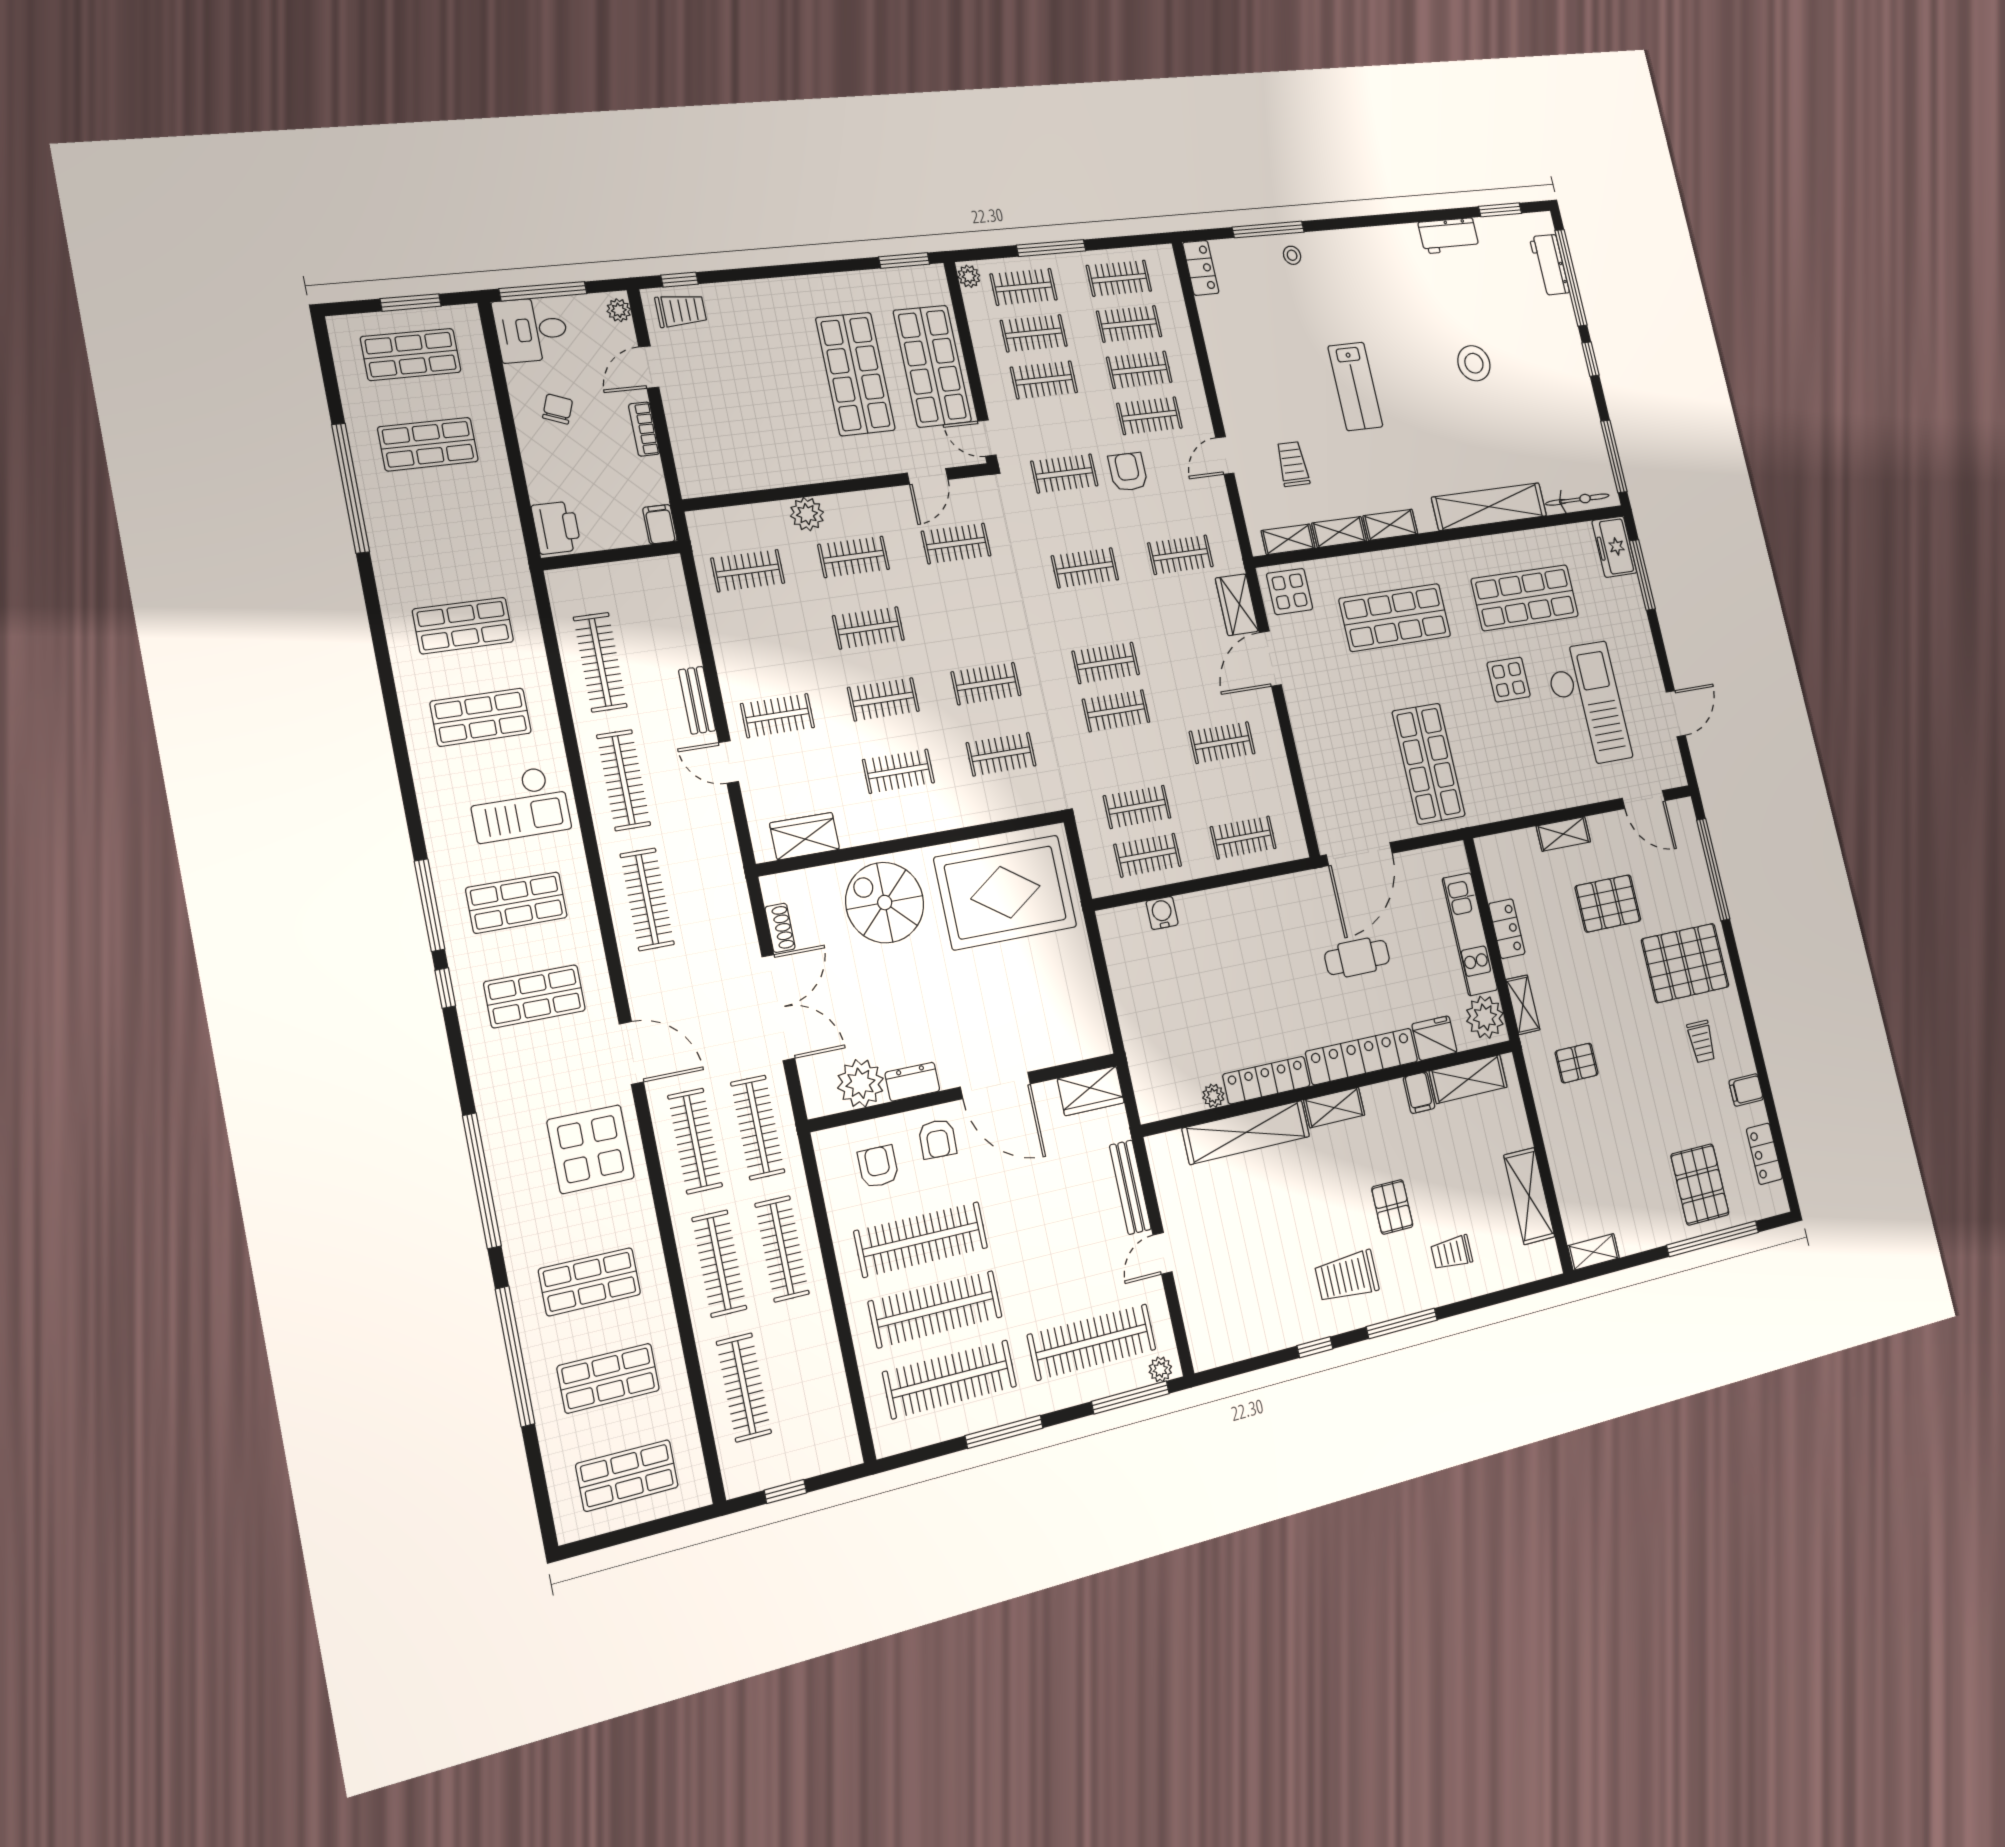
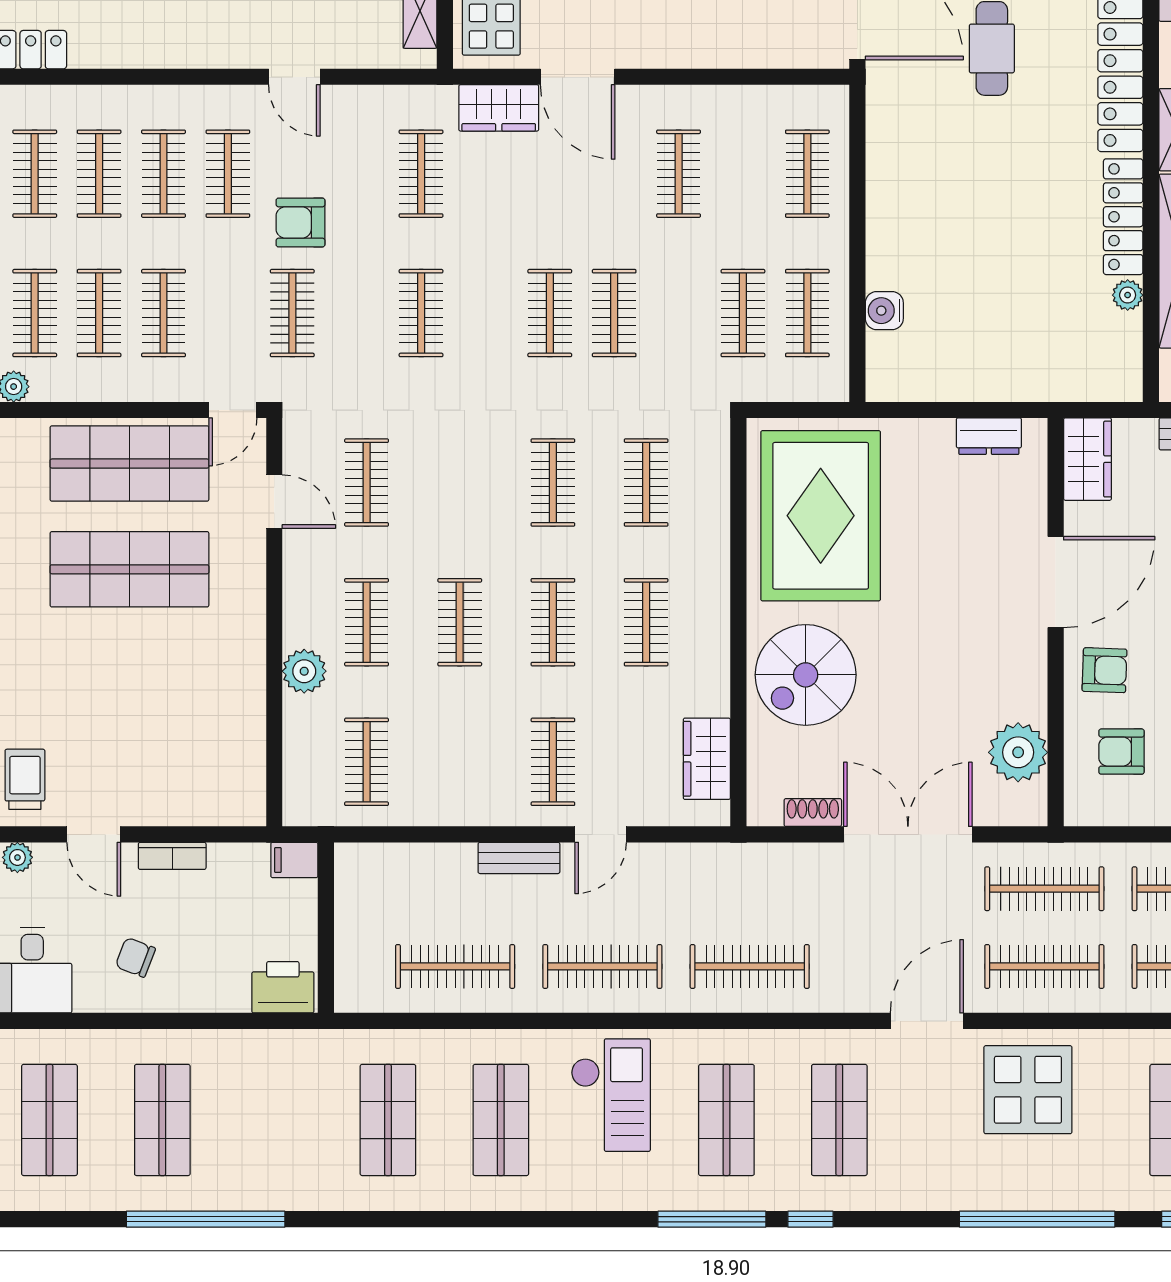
dresser: (912, 1082) -> (989, 436), moved, turned -90

